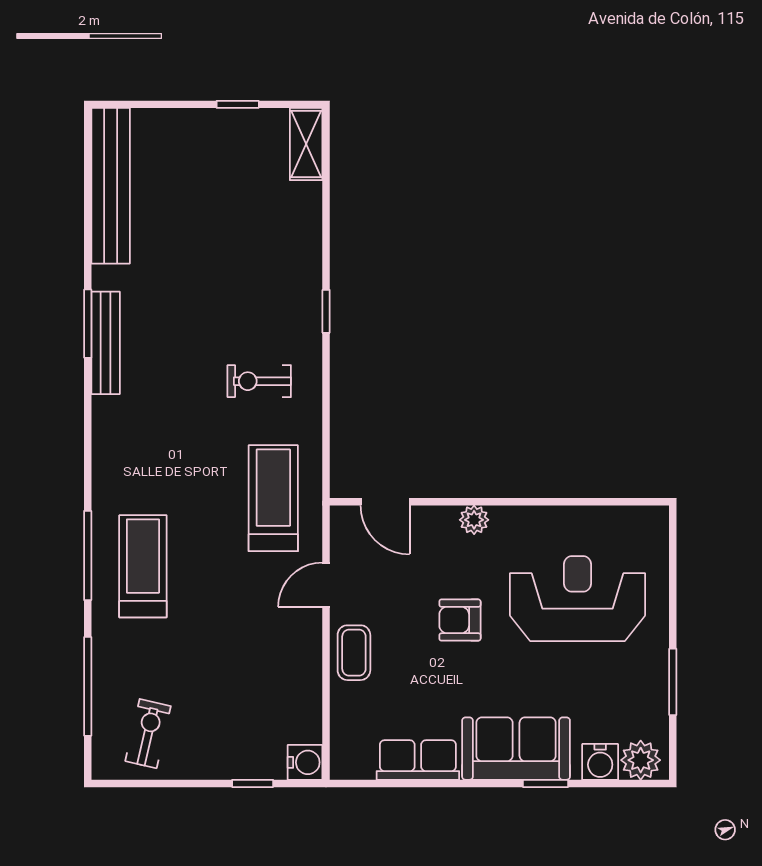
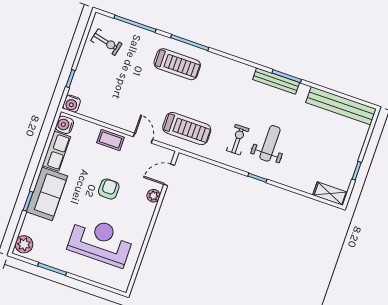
weight bench: (243, 310) -> (270, 143), added
plant: (474, 520) -> (153, 196), moved
reception desk: (577, 599) -> (101, 241), turned -90
water cooler: (600, 762) -> (65, 125), moved

